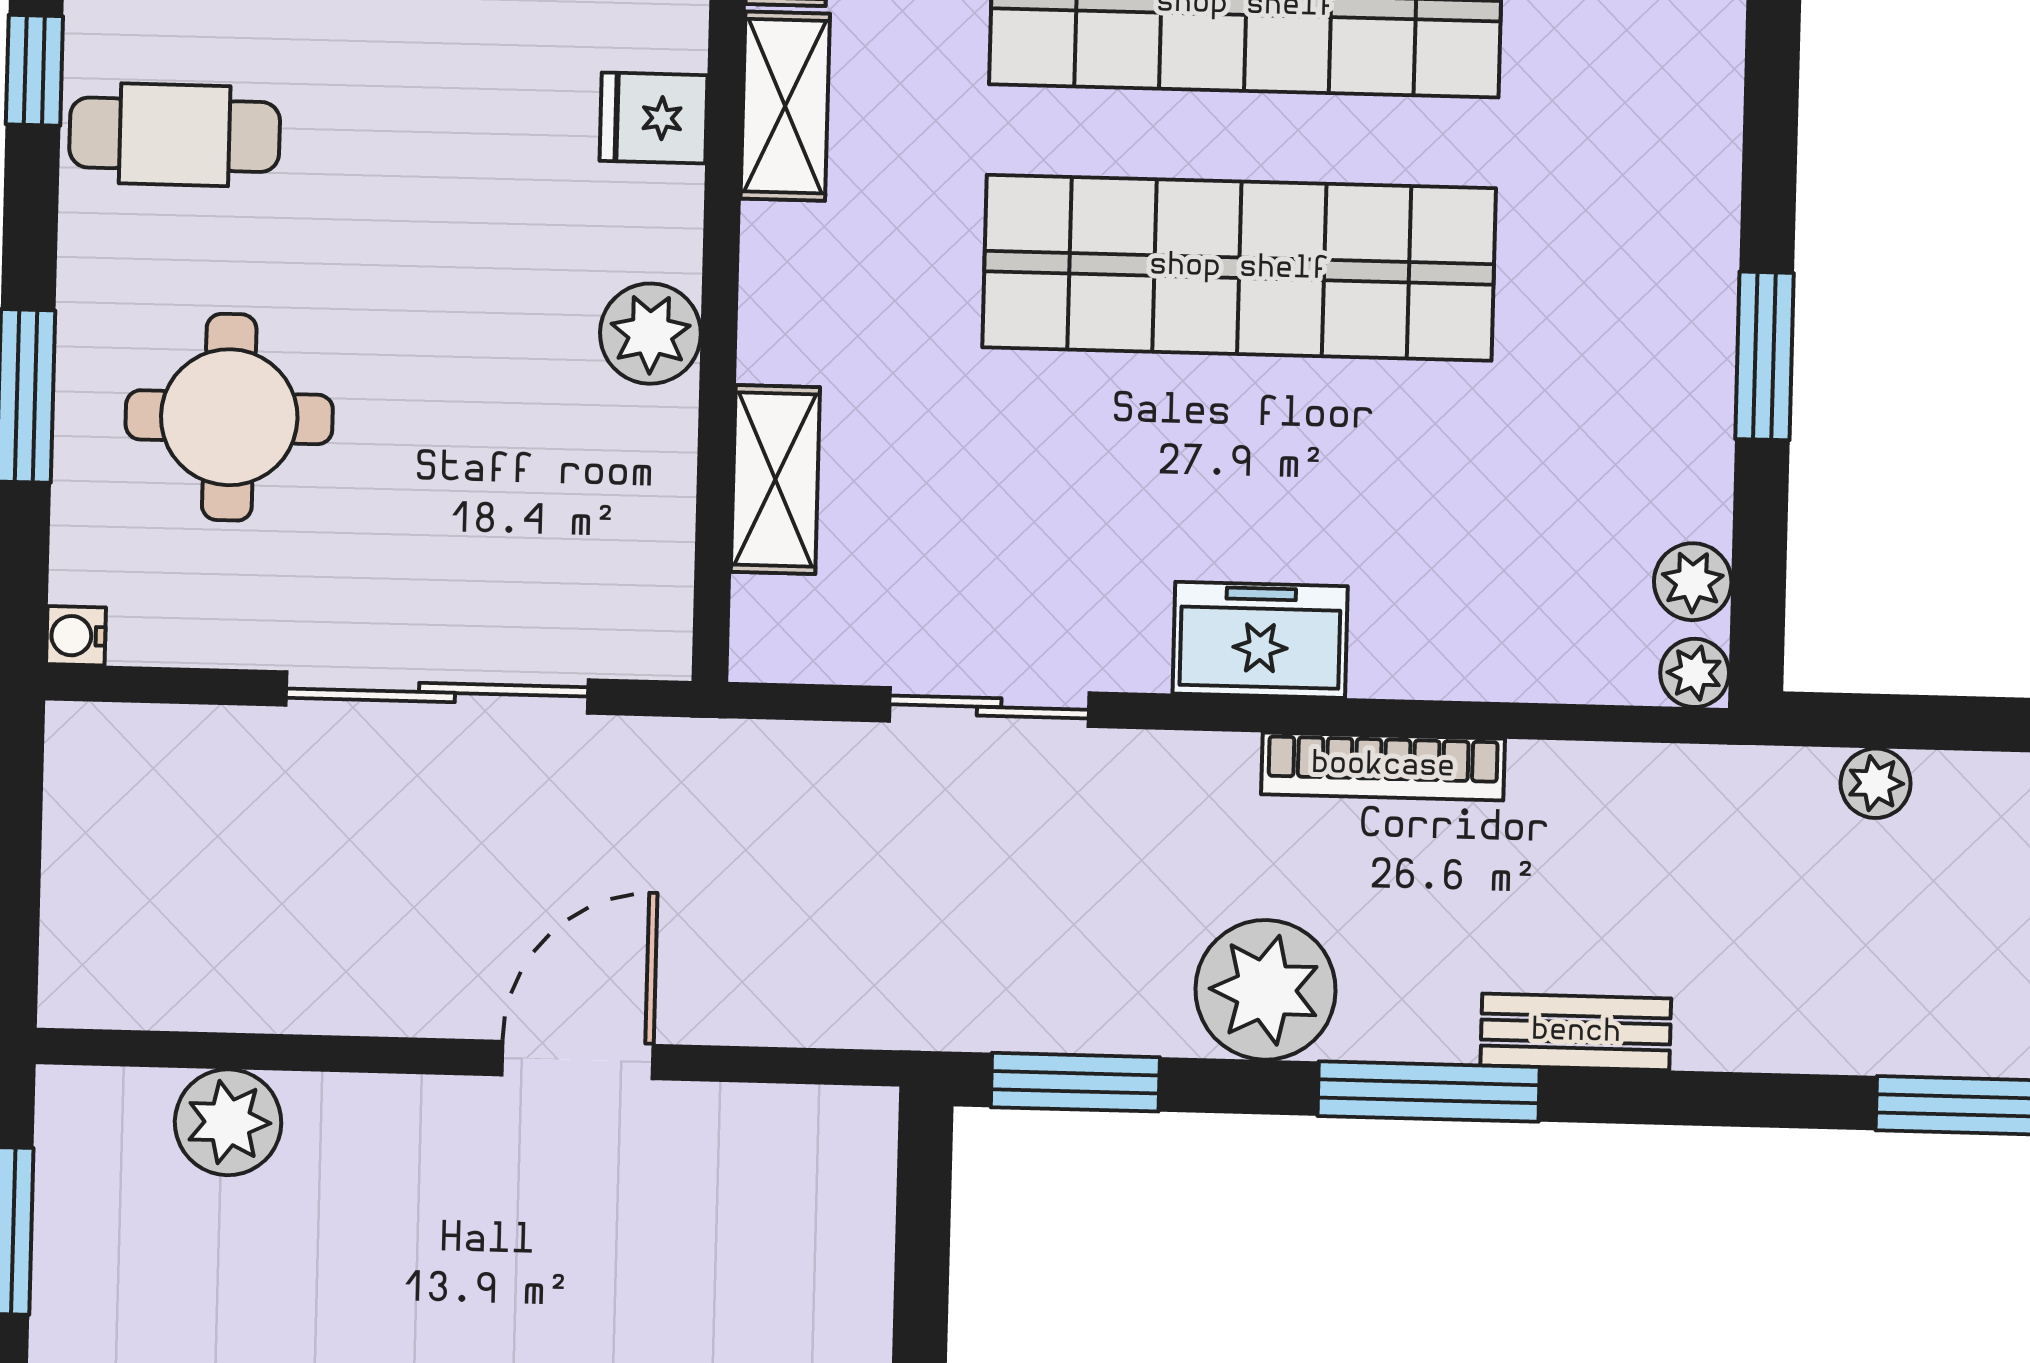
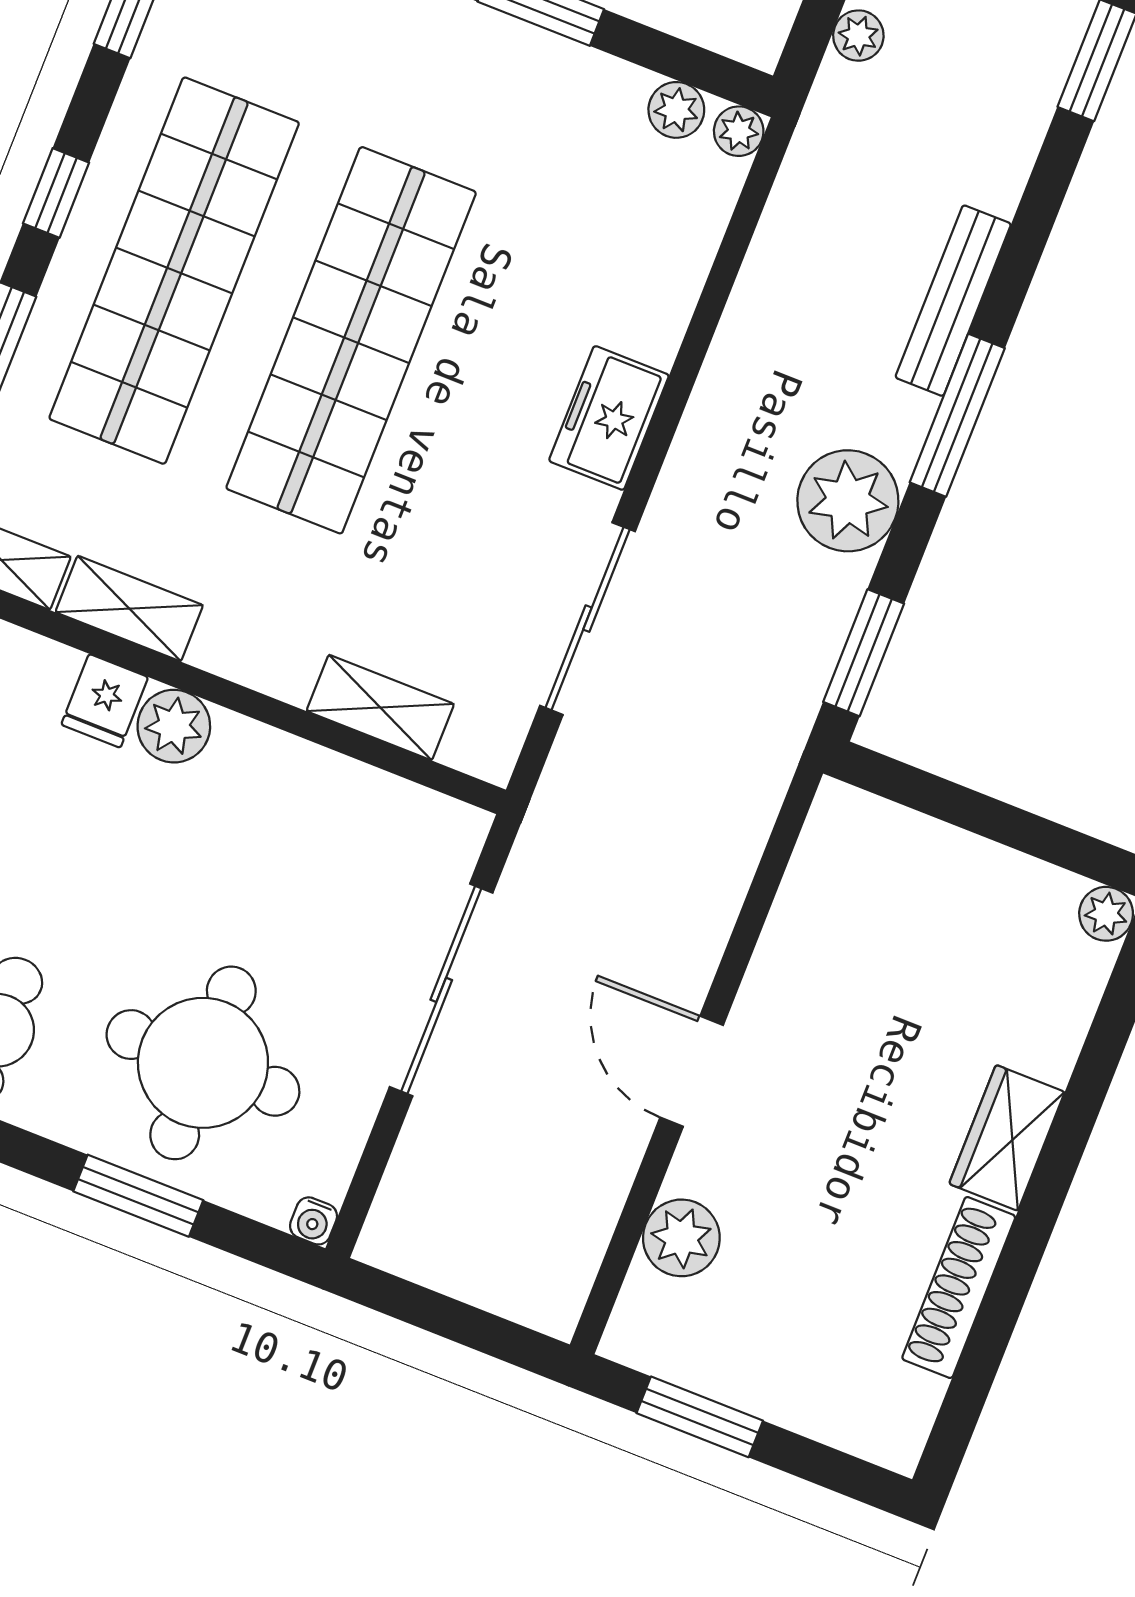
plant: (650, 334) -> (174, 726), moved
round table: (229, 417) -> (203, 1063), width x1.36, depth x1.36
sliding door: (989, 707) -> (588, 619), width x1.37
bookcase: (1383, 766) -> (725, 366), removed
bench: (1576, 1032) -> (953, 301), width x1.36
door: (578, 1060) -> (692, 1071), moved

